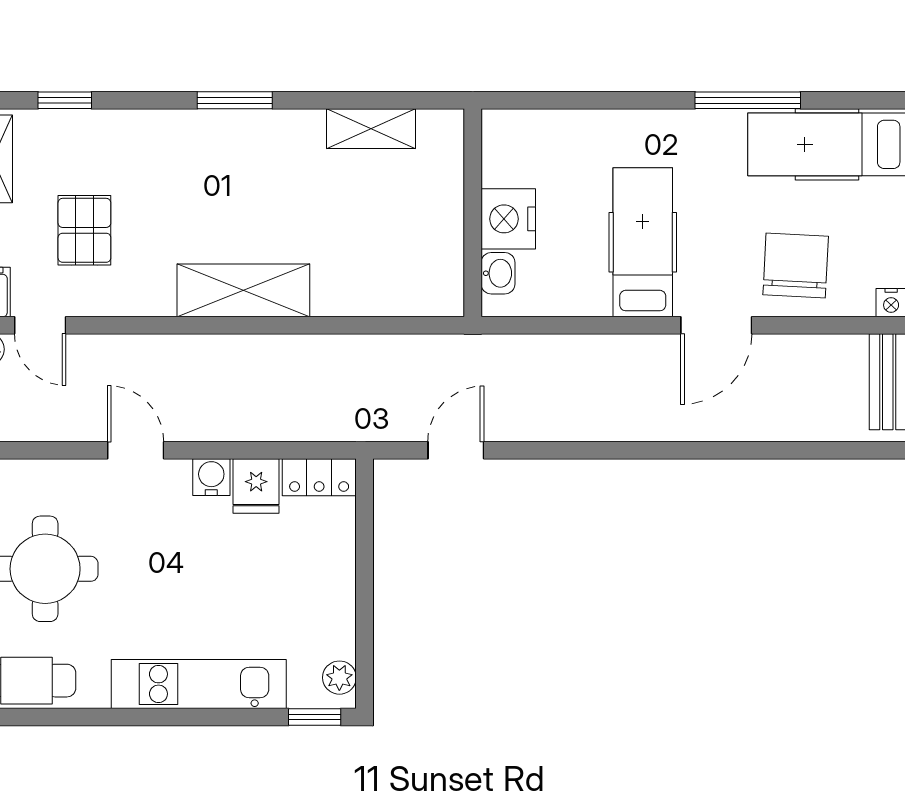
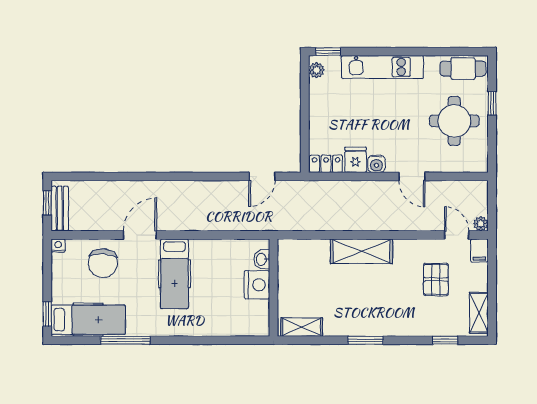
wall: (473, 213) -> (274, 288), moved
nightstand: (508, 219) -> (257, 285), moved
washbasin: (498, 273) -> (262, 259), moved

